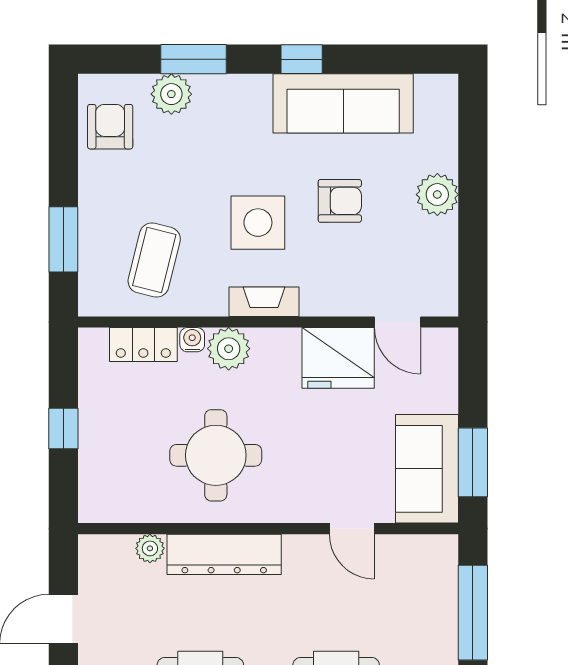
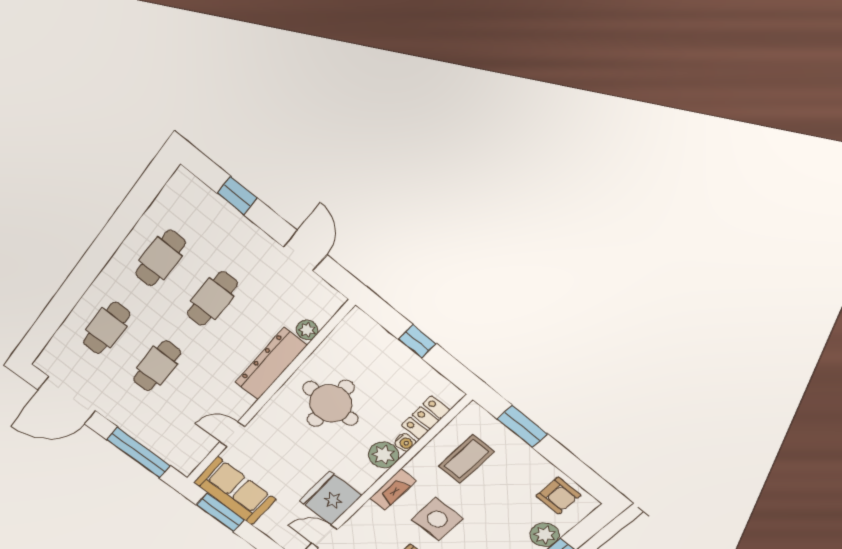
coffee table: (154, 260) -> (466, 459), turned 76

